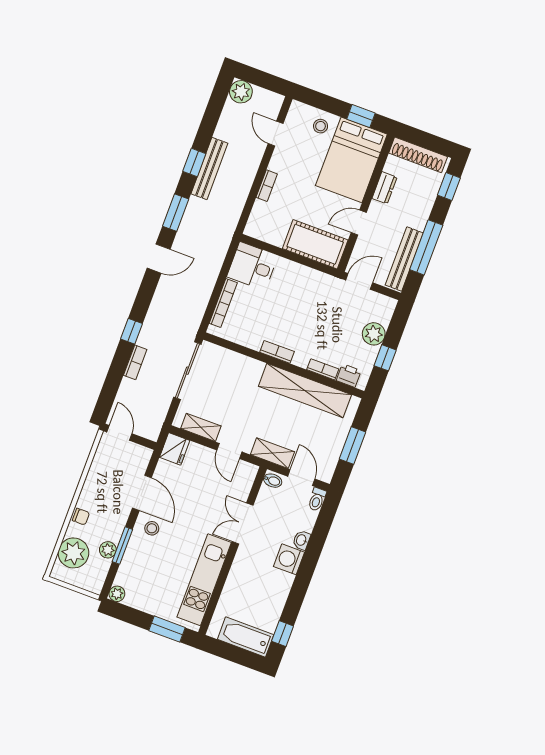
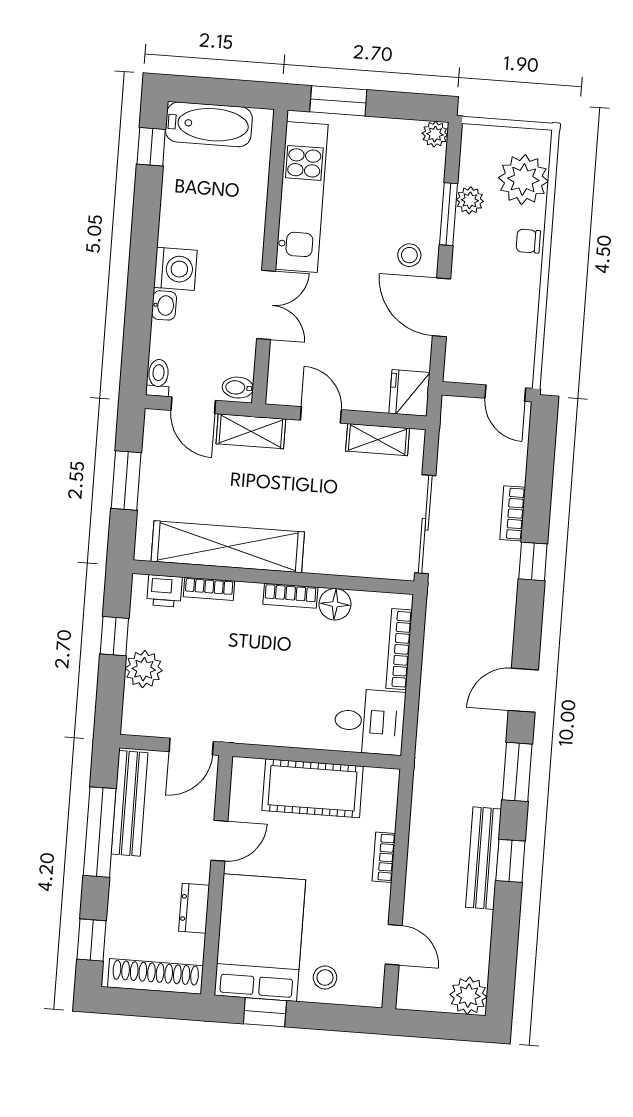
cot: (315, 244) -> (313, 788), moved
floor lamp: (253, 340) -> (335, 604), added

